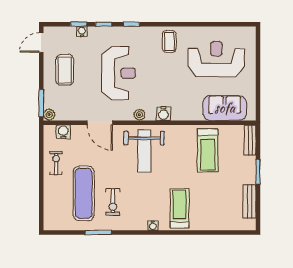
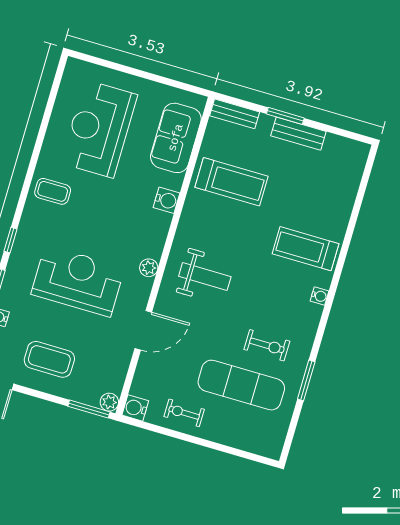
water cooler: (163, 114) -> (167, 200), moved
water cooler: (63, 132) -> (135, 408), moved
weight bench: (144, 151) -> (205, 277), width x0.73, depth x0.75
bench: (250, 201) -> (298, 134), moved

